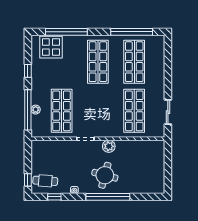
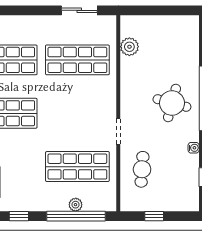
plant: (109, 146) -> (129, 47), moved
window: (28, 180) -> (154, 216), moved
cafe table: (45, 181) -> (142, 169), moved

